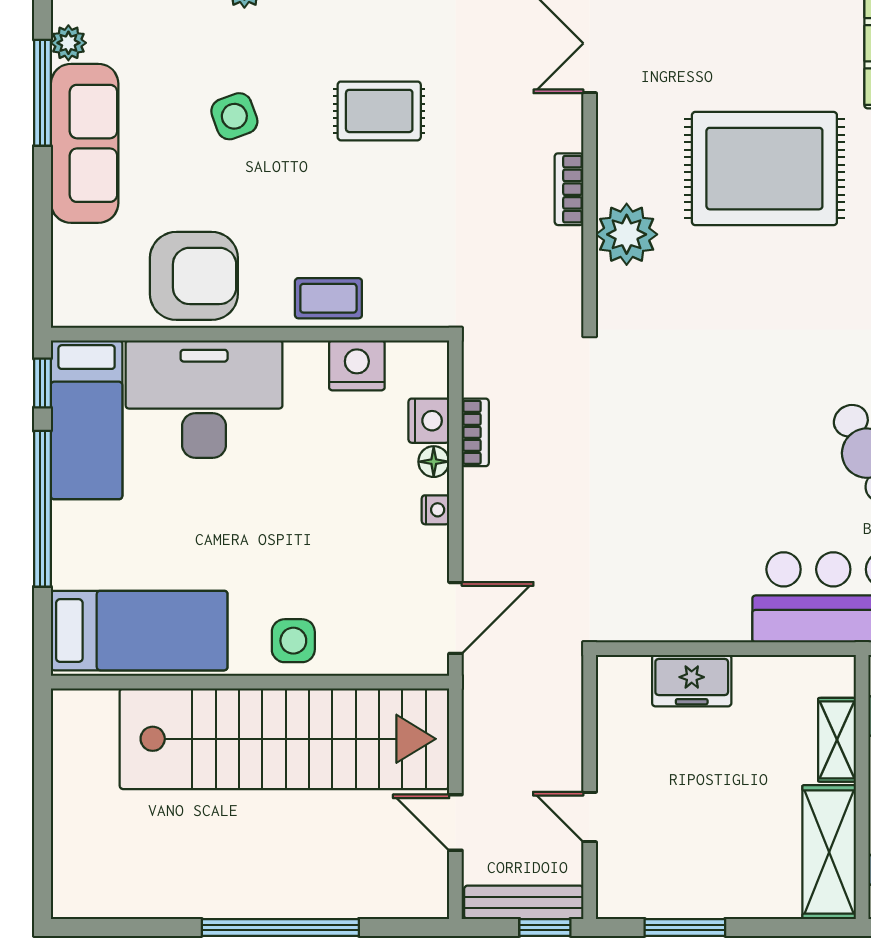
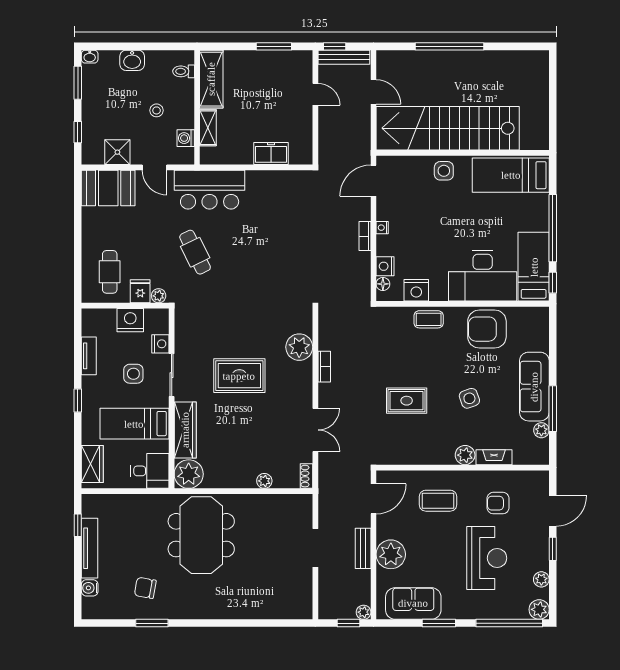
rug: (764, 169) -> (239, 376), width x0.73, depth x0.69
bookcase: (475, 432) -> (365, 236), moved
floor lamp: (434, 462) -> (383, 284), moved

